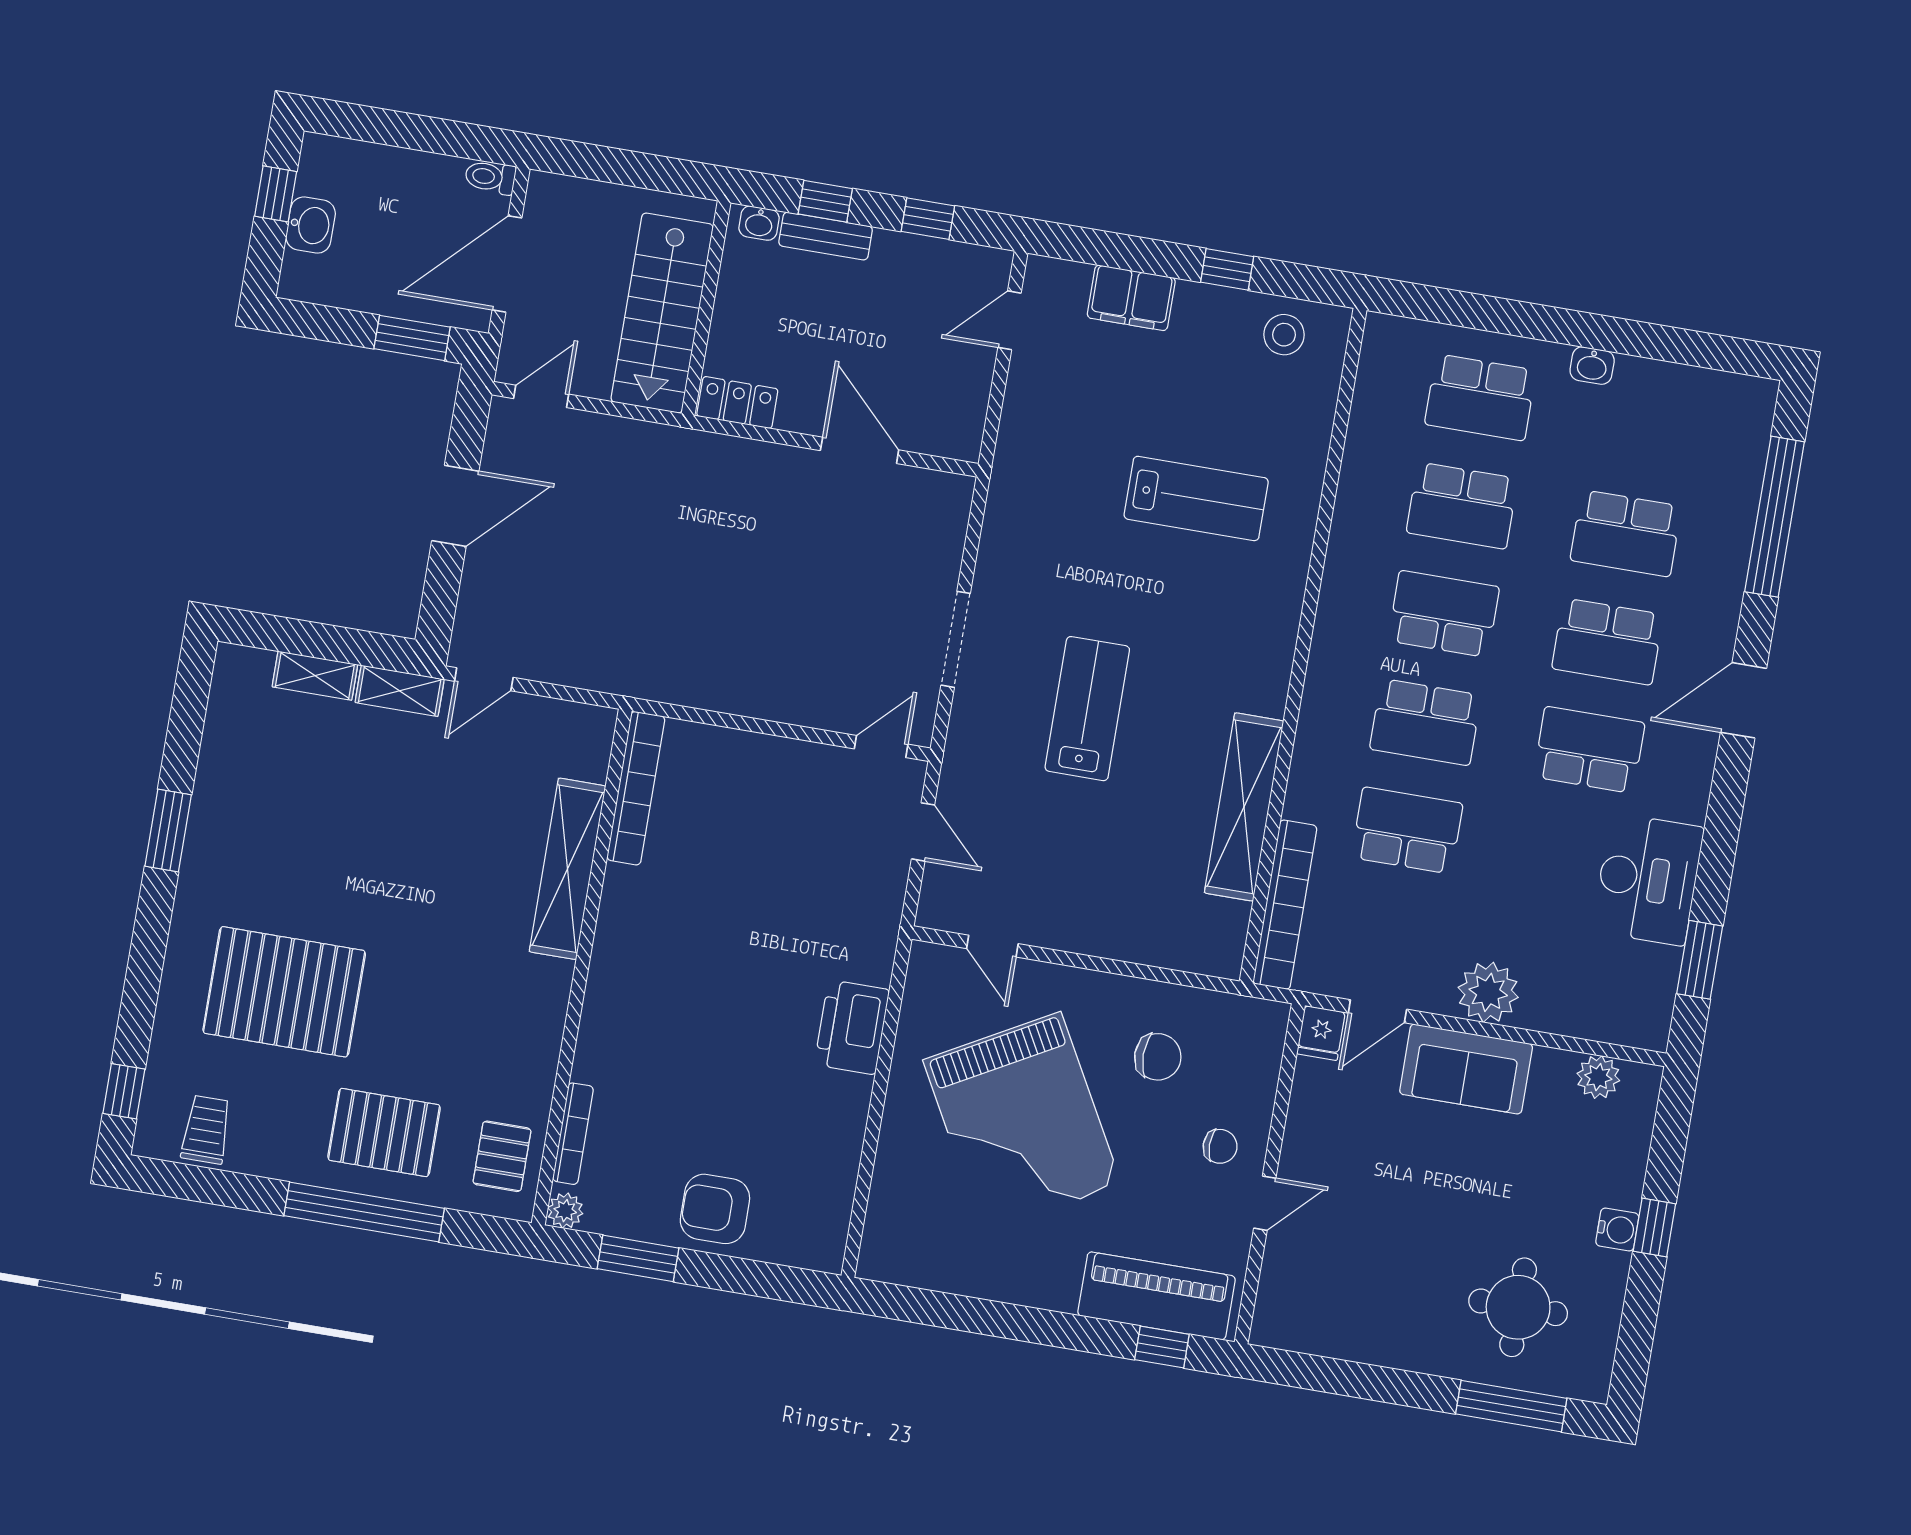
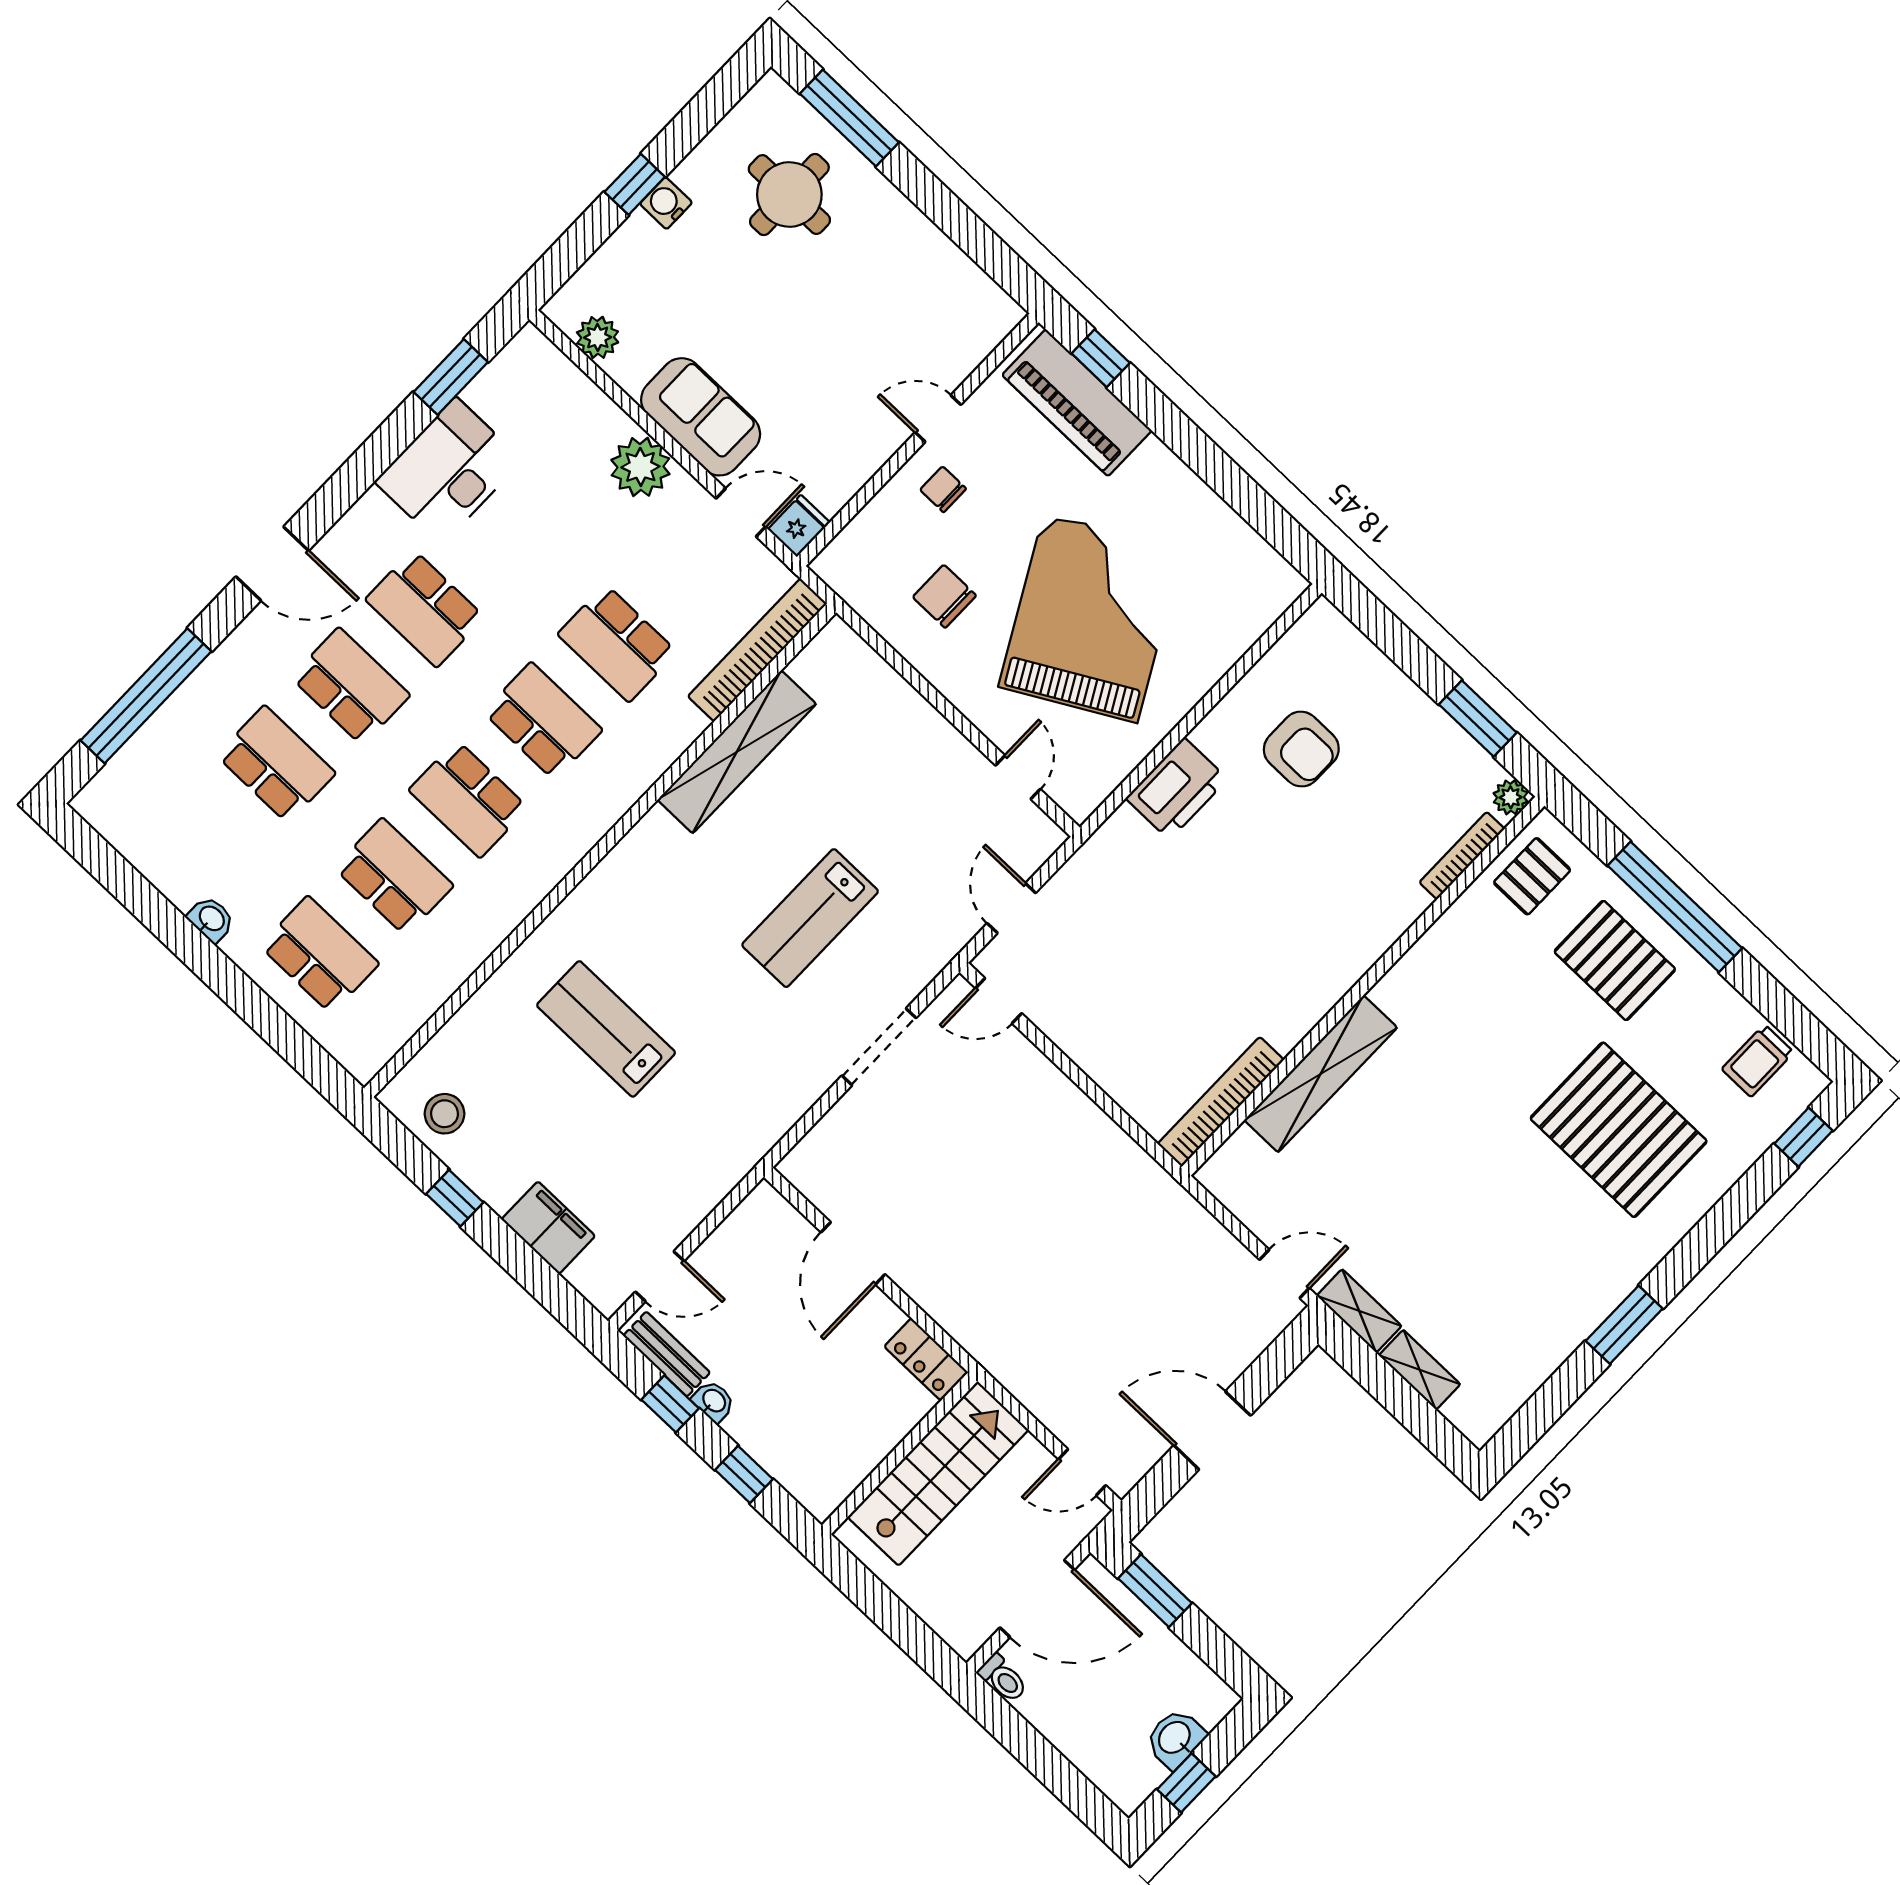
washbasin: (759, 223) -> (714, 1401), moved
bench: (826, 236) -> (667, 1354), moved
armchair: (715, 1209) -> (1301, 749), moved

